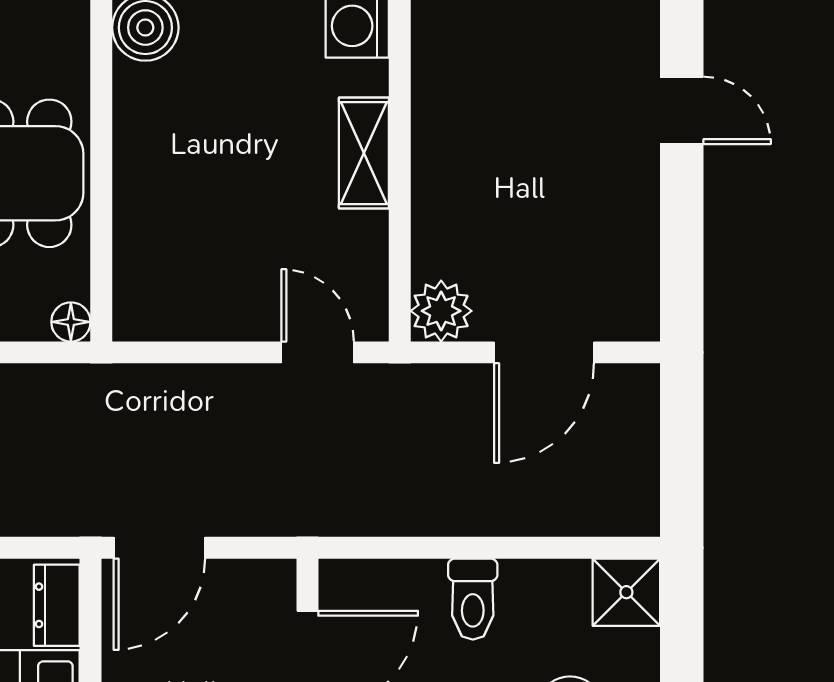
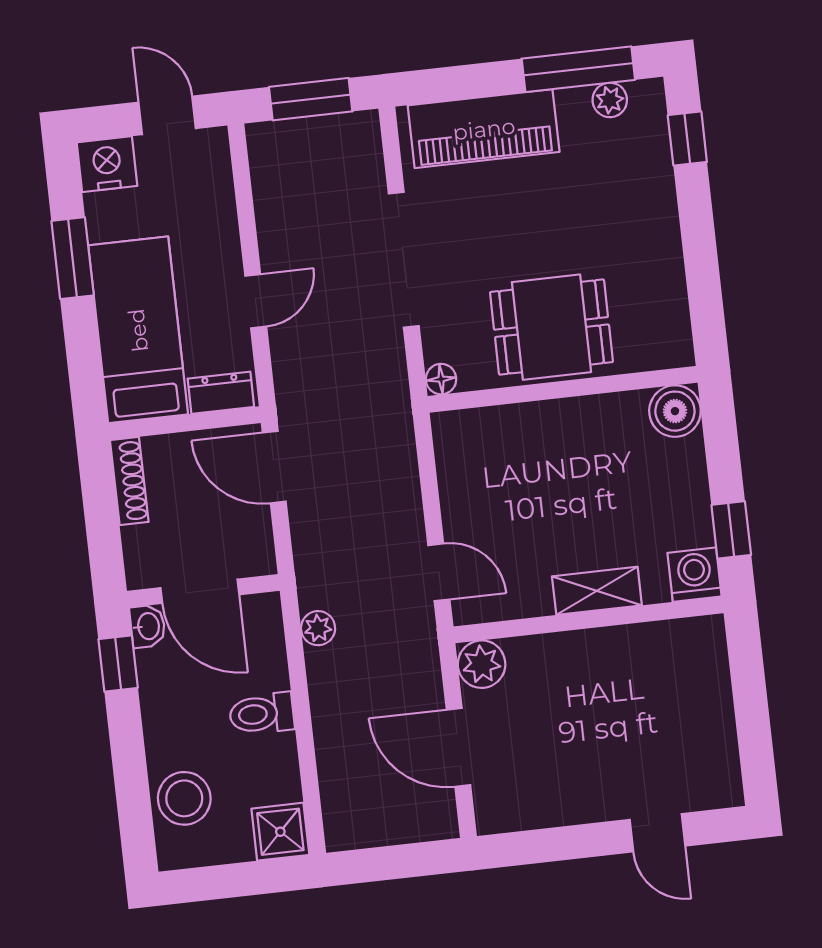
door: (682, 110) -> (657, 833), hinge flipped
door: (318, 352) -> (439, 572), hinge flipped
plant: (372, 515) -> (318, 628), added

